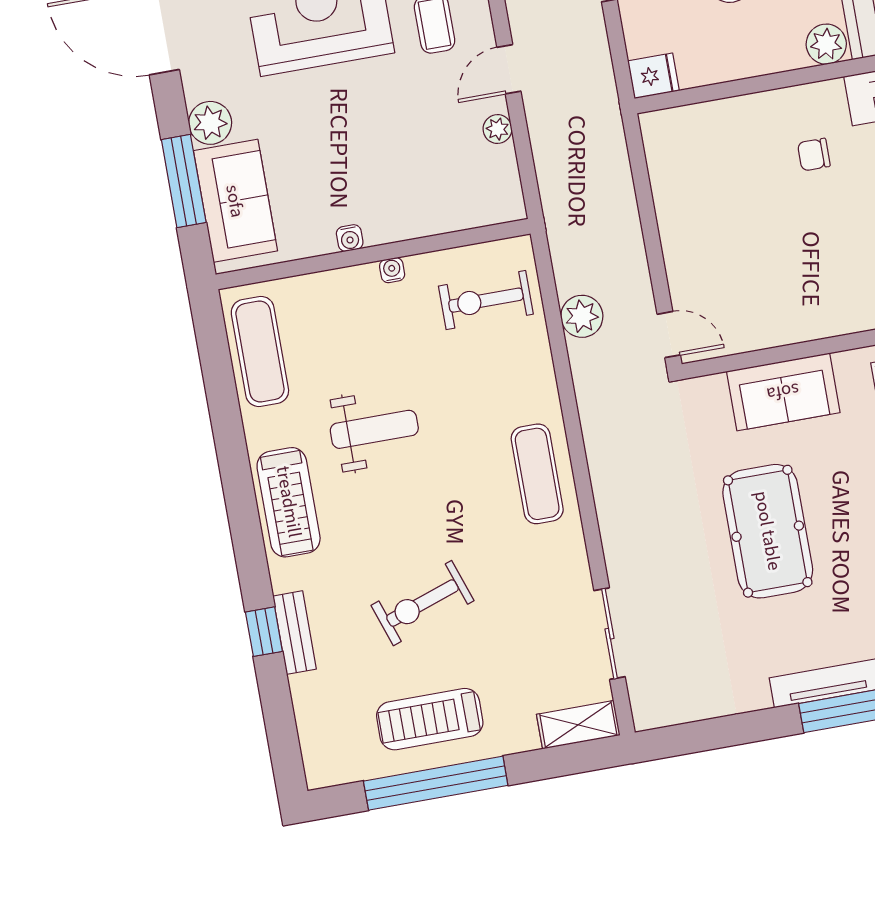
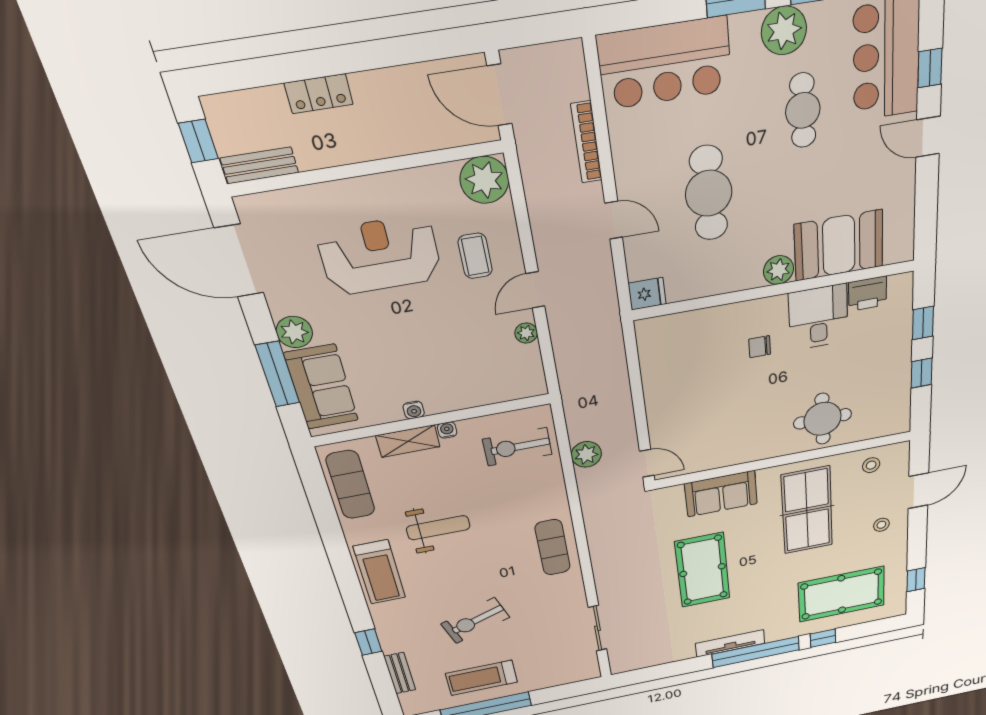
bench: (295, 633) -> (400, 673), moved
shelving: (578, 725) -> (408, 441), moved

